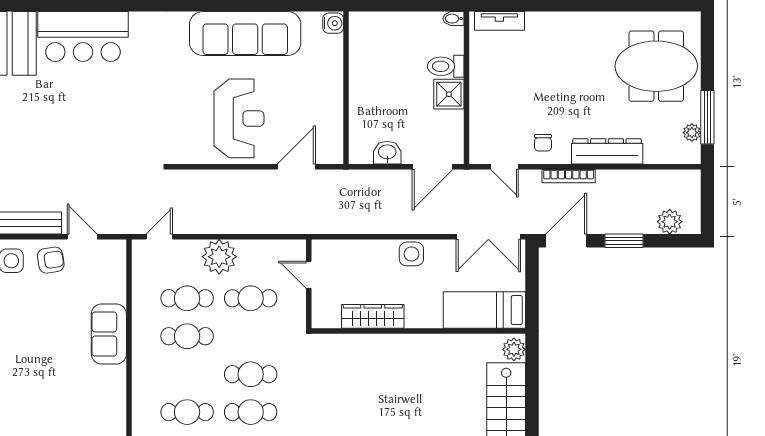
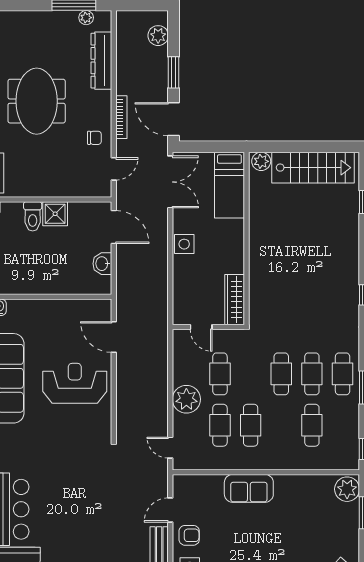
meeting table: (656, 66) -> (37, 101), moved
dresser: (607, 151) -> (101, 61), moved
armchair: (51, 260) -> (189, 535), turned 99
door: (309, 275) -> (201, 327), hinge flipped
wardrobe: (373, 316) -> (235, 299), moved

